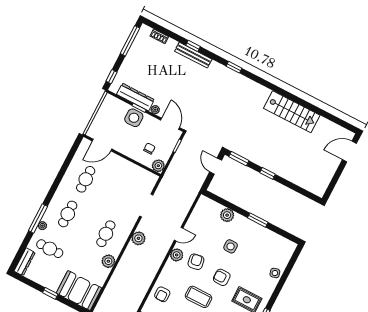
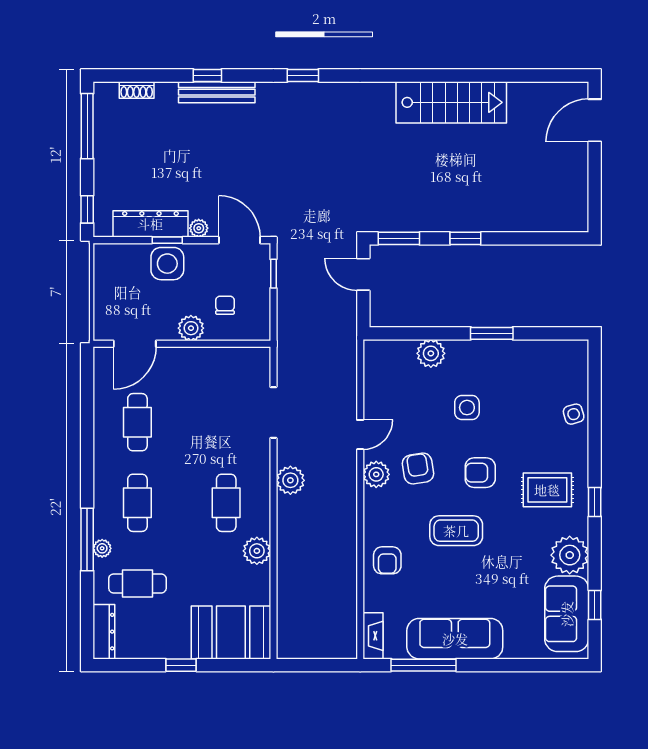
plant: (158, 166) -> (191, 328), moved

